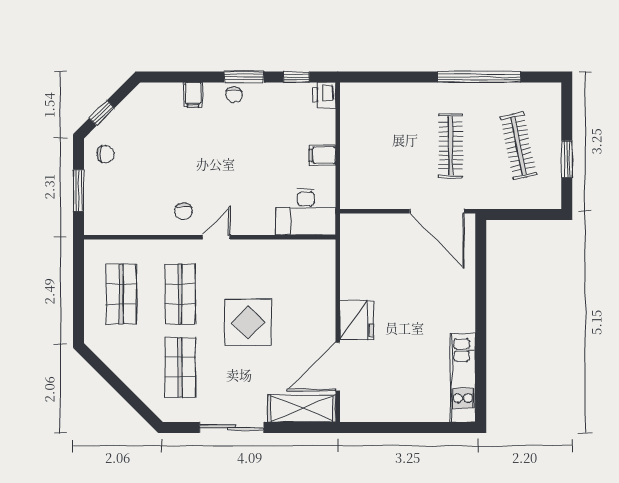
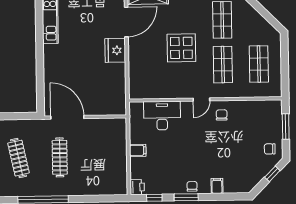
desk: (306, 212) -> (162, 116), moved

